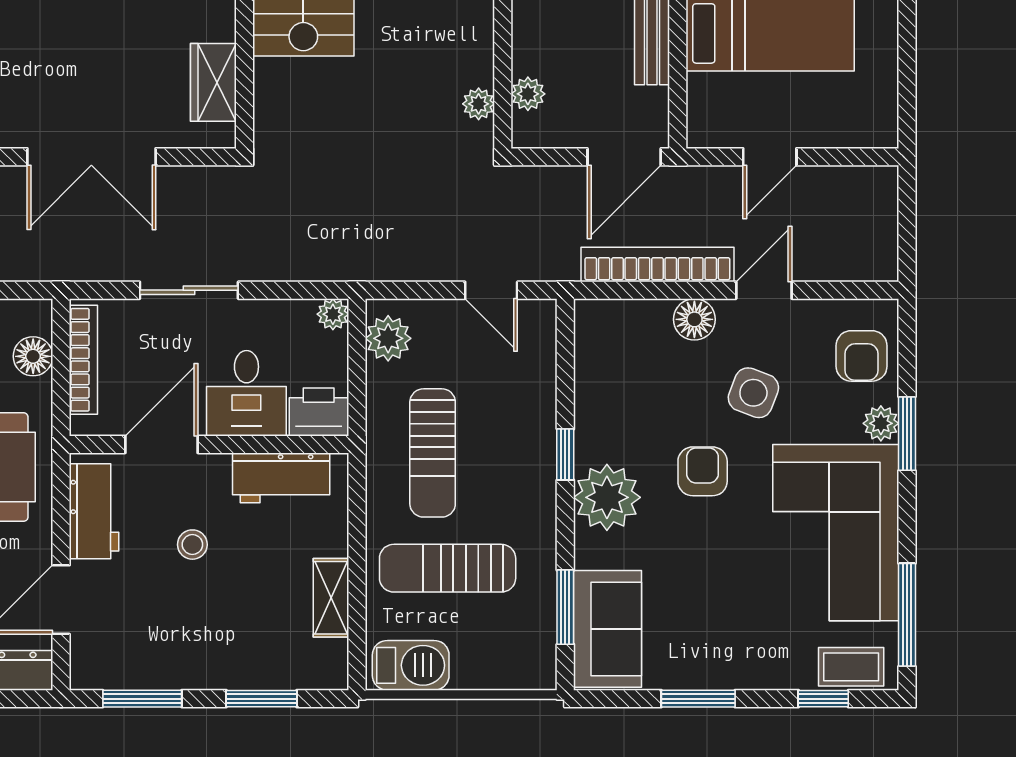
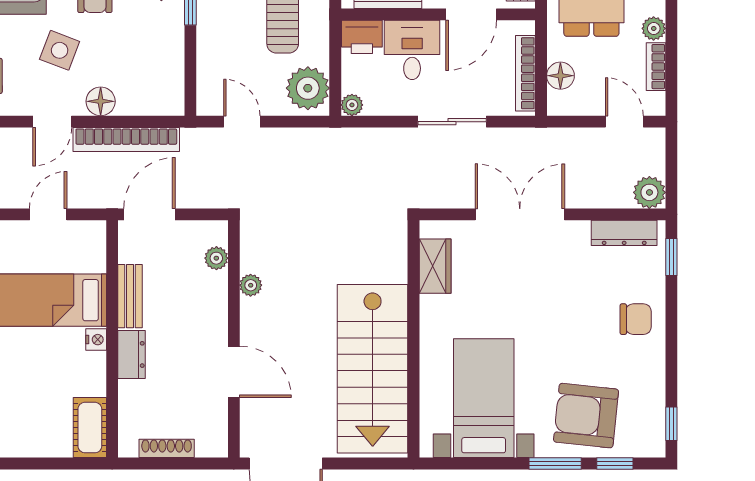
plant: (479, 104) -> (251, 285), moved
plant: (388, 338) -> (308, 88), width x1.36, depth x1.36

